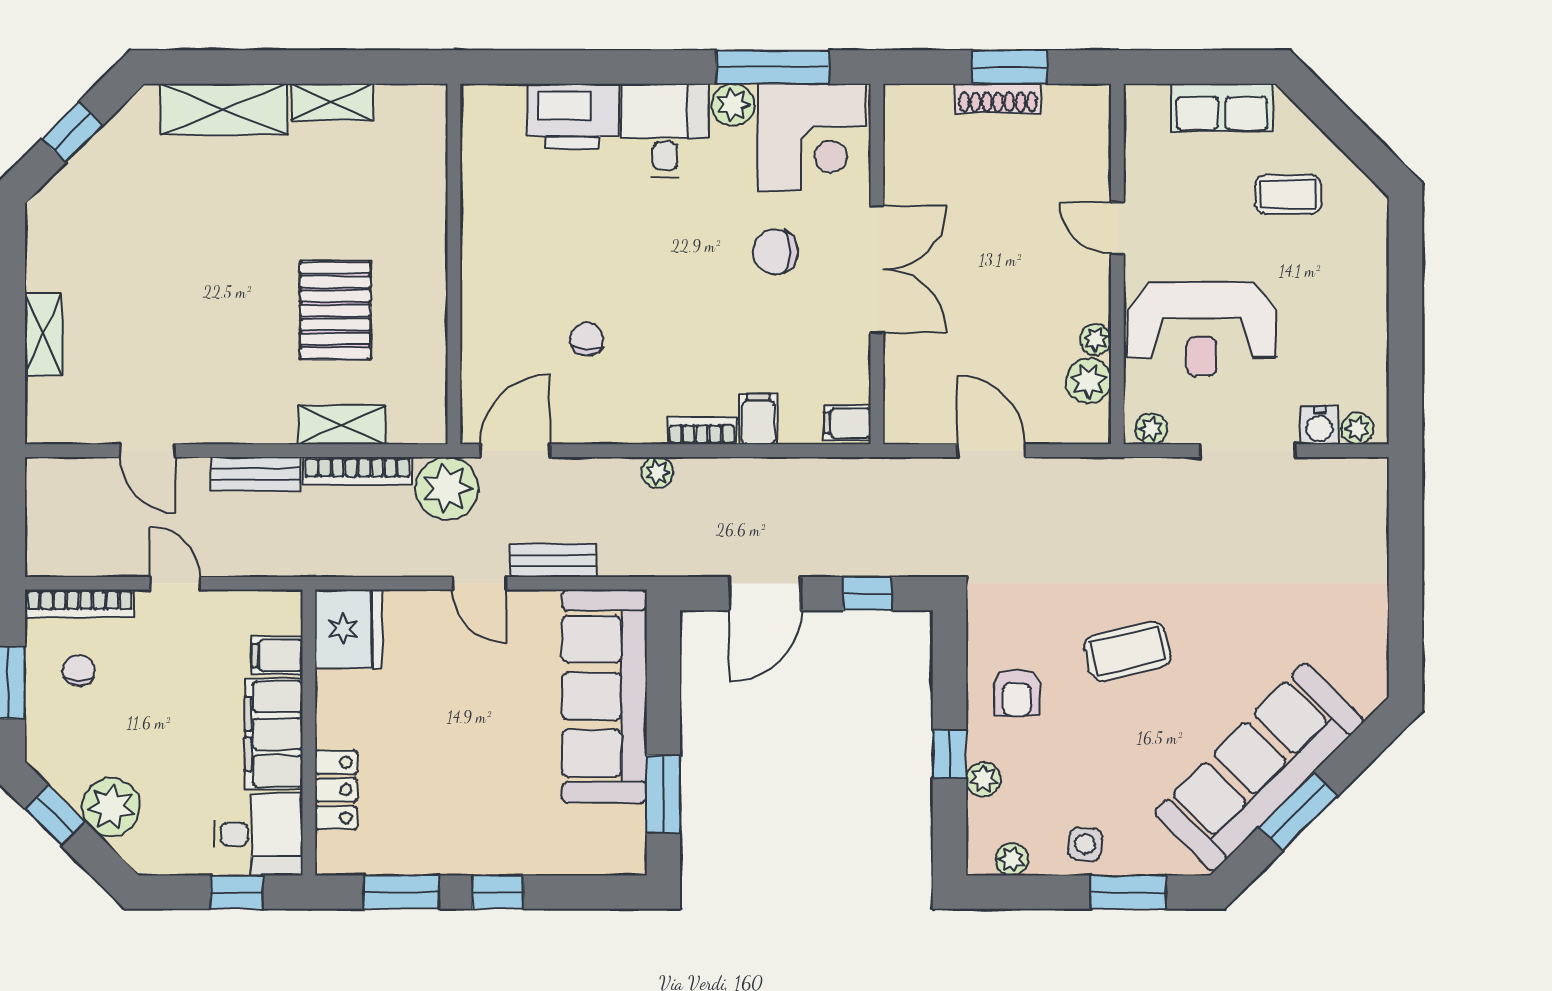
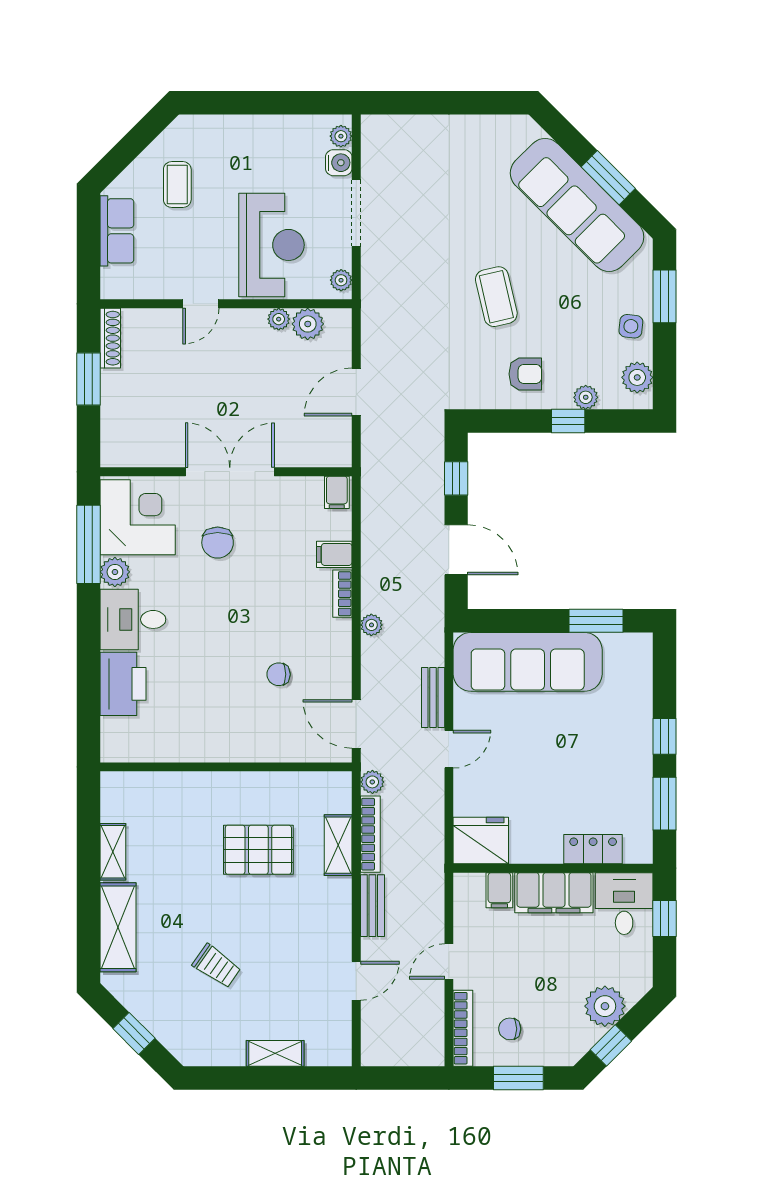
shoe rack: (998, 98) -> (110, 338), moved
trolley: (169, 251) -> (217, 966), added
plant: (447, 488) -> (372, 782), width x0.53, depth x0.53
plant: (1012, 859) -> (637, 377), width x1.38, depth x1.38

